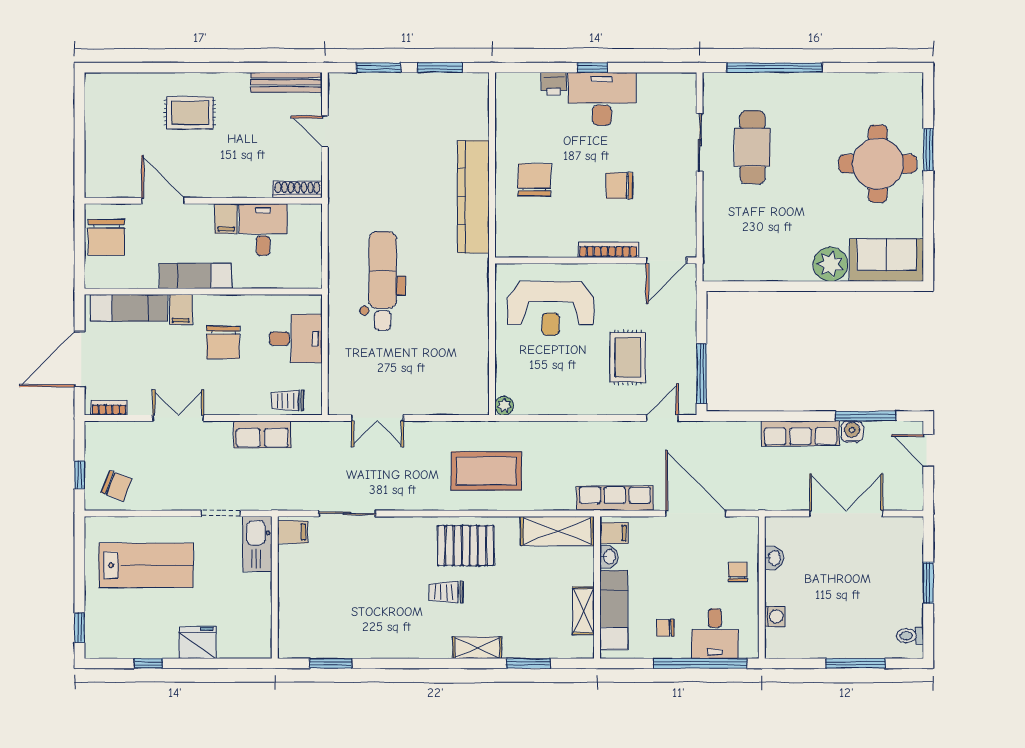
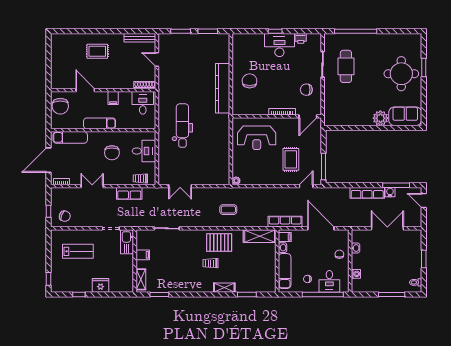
printer: (554, 84) -> (301, 38), moved
chair: (619, 186) -> (306, 90), moved
desk: (263, 230) -> (143, 103), moved
filing cabinet: (181, 310) -> (93, 138), removed
coffee table: (486, 471) -> (228, 210), width x0.54, depth x0.58
filing cabinet: (293, 532) -> (143, 255), moved
lab bench: (146, 565) -> (78, 251), width x0.73, depth x0.72
shelving: (583, 611) -> (141, 279), moved

